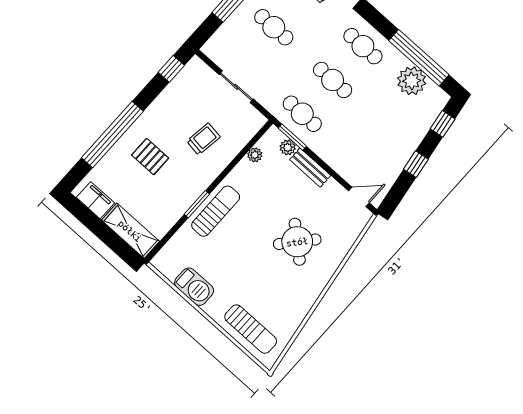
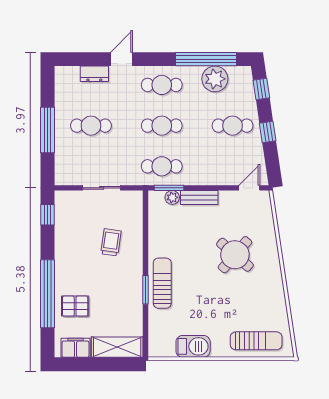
cafe table: (391, 133) -> (233, 126), added
plant: (255, 155) -> (155, 222), removed
pallet: (150, 157) -> (75, 306), moved

